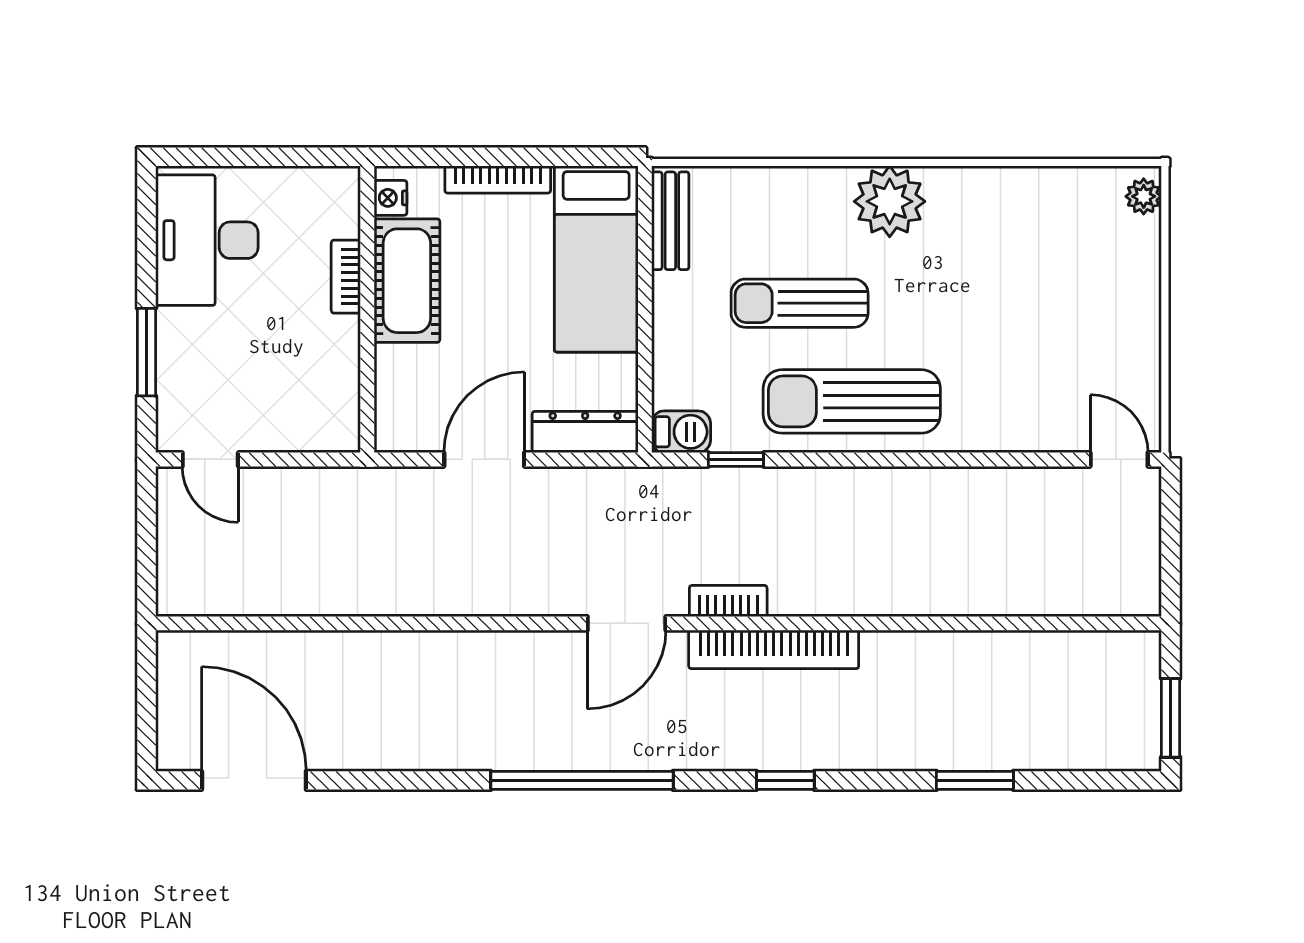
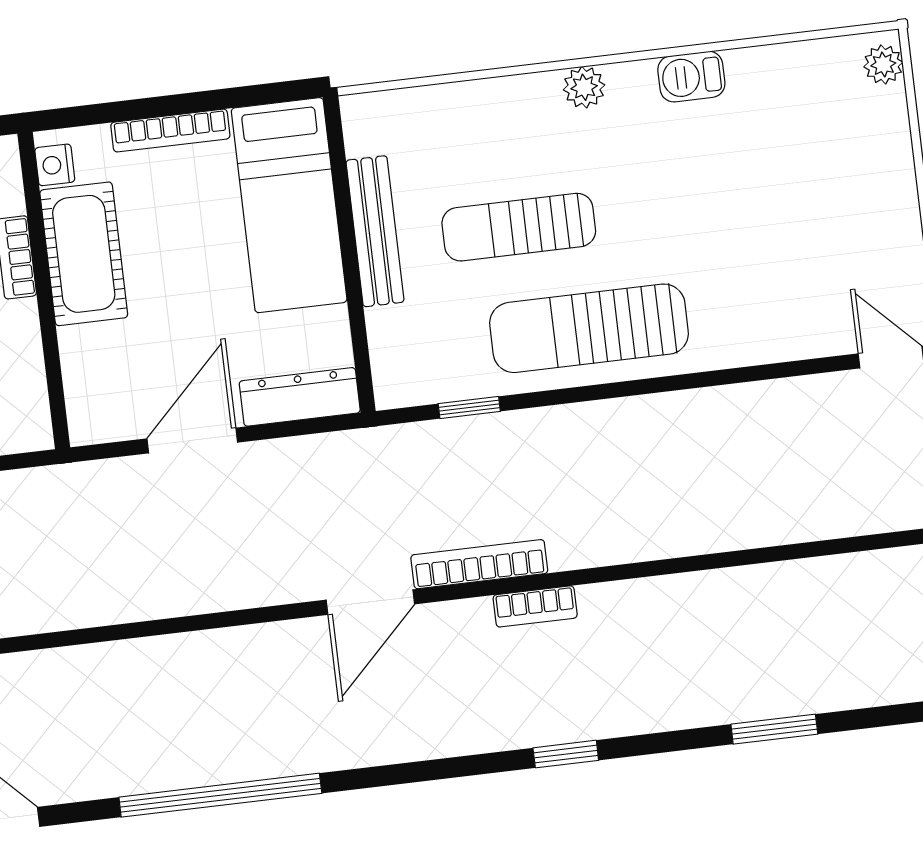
plant: (890, 201) -> (584, 87), width x0.53, depth x0.53
bench: (670, 221) -> (375, 231), moved, width x1.36
barbecue: (681, 432) -> (691, 77), moved, turned 180
bookcase: (728, 601) -> (479, 564), width x1.56
bookcase: (774, 649) -> (535, 606), width x0.43, depth x0.76
window: (582, 780) -> (220, 795), moved

